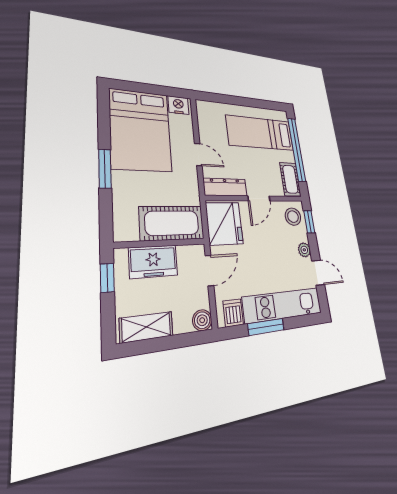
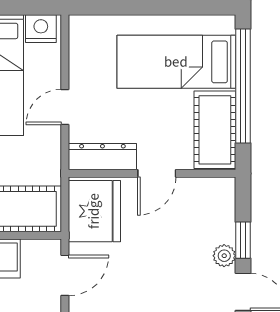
door: (198, 155) -> (65, 107), swing flipped
cot: (290, 179) -> (215, 130), width x1.37, depth x1.34
stool: (293, 217) -> (213, 203), removed
window: (309, 222) -> (243, 240), moved

